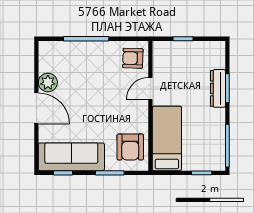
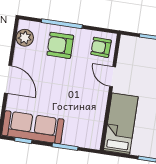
plant: (48, 82) -> (25, 38), moved
door: (150, 88) -> (113, 77), hinge flipped
armchair: (130, 147) -> (60, 45), moved, turned 90

